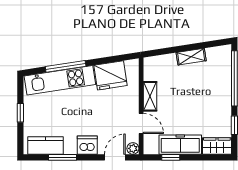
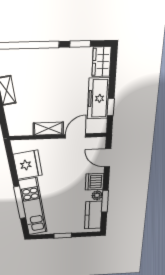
plant: (133, 148) -> (97, 195), moved

